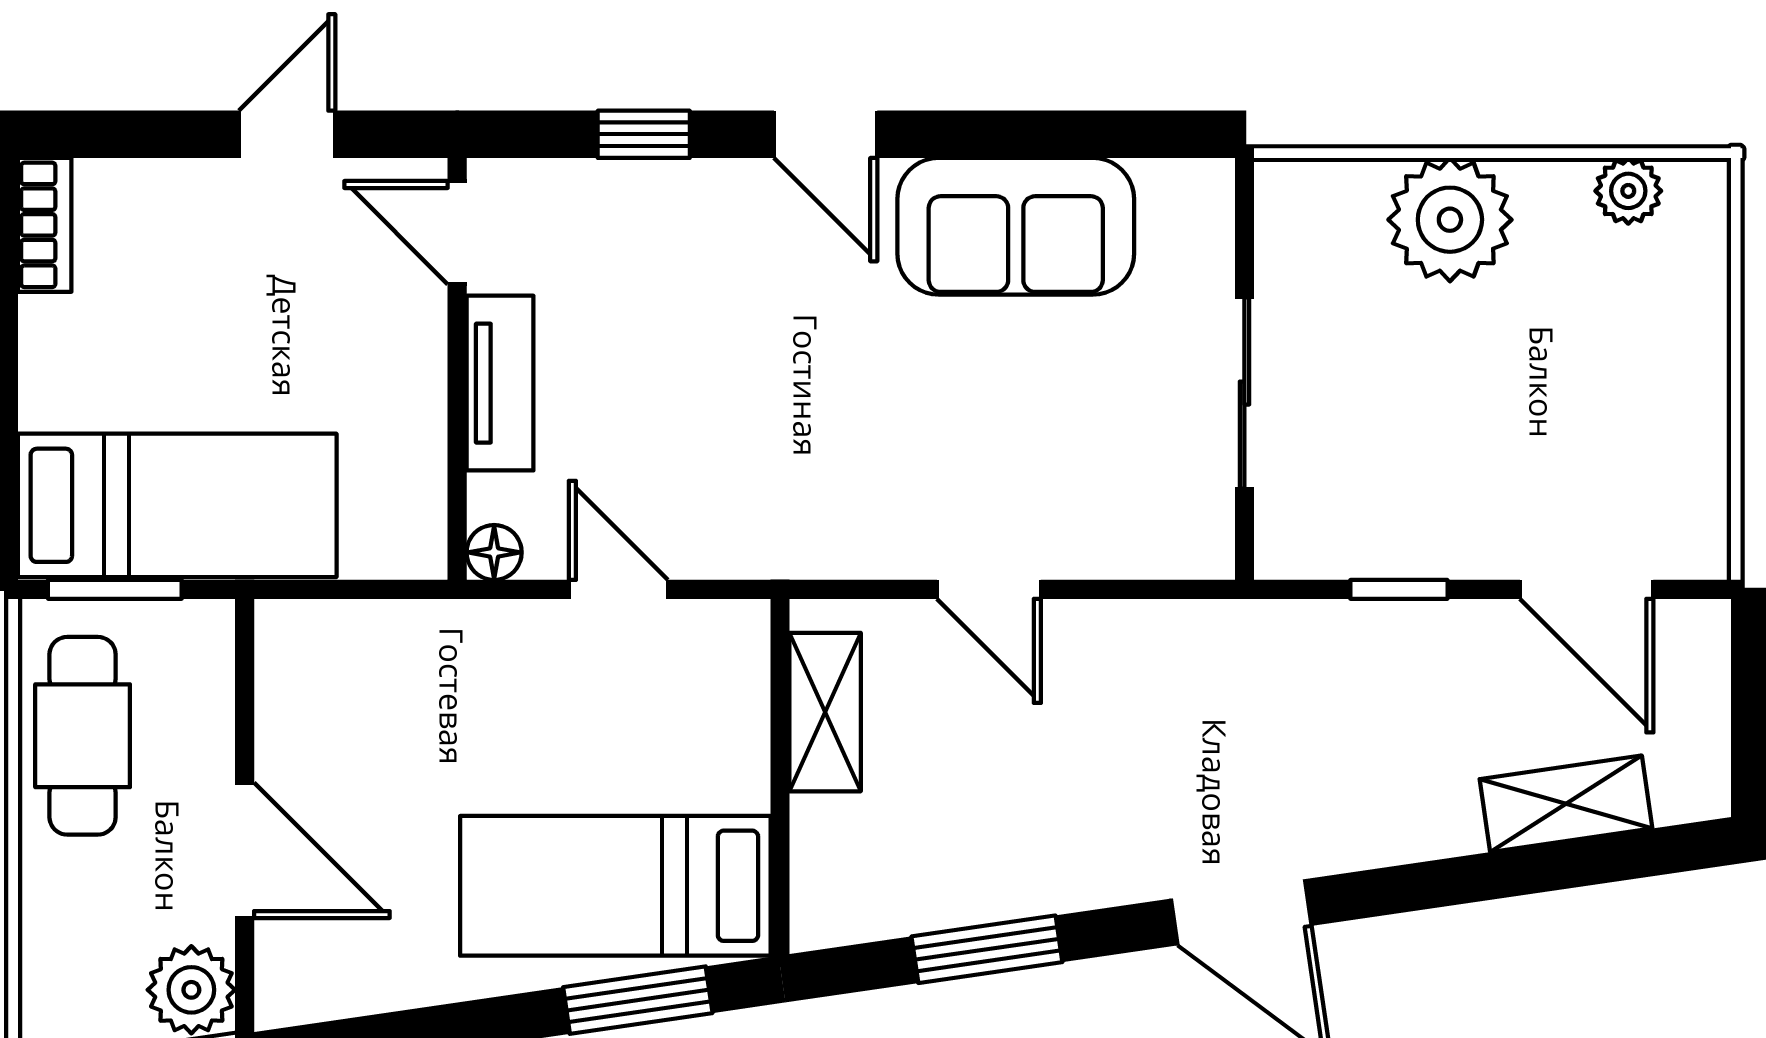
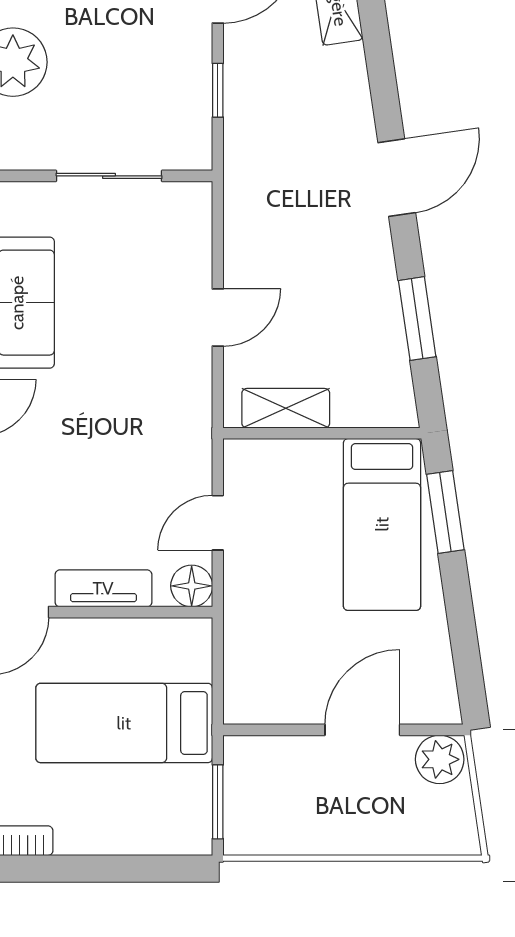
bed: (177, 505) -> (124, 723), moved, turned -90
floor lamp: (494, 552) -> (192, 586), width x1.37, depth x1.37
cafe table: (83, 736) -> (299, 820), removed

